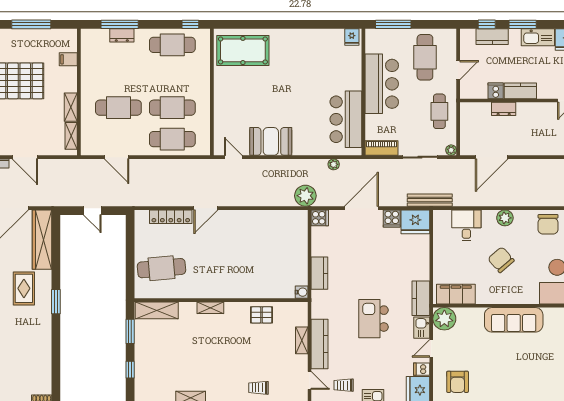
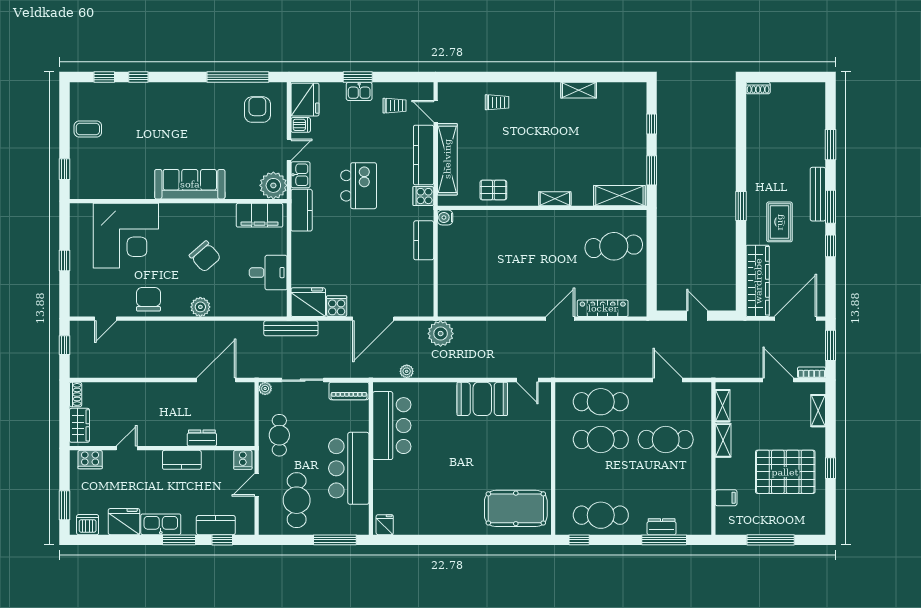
cooker: (496, 91) -> (243, 460), moved
cooker: (320, 218) -> (423, 196), moved
desk: (466, 225) -> (268, 273), moved, turned -90
shelving: (302, 340) -> (447, 159), width x2.20, depth x1.33

